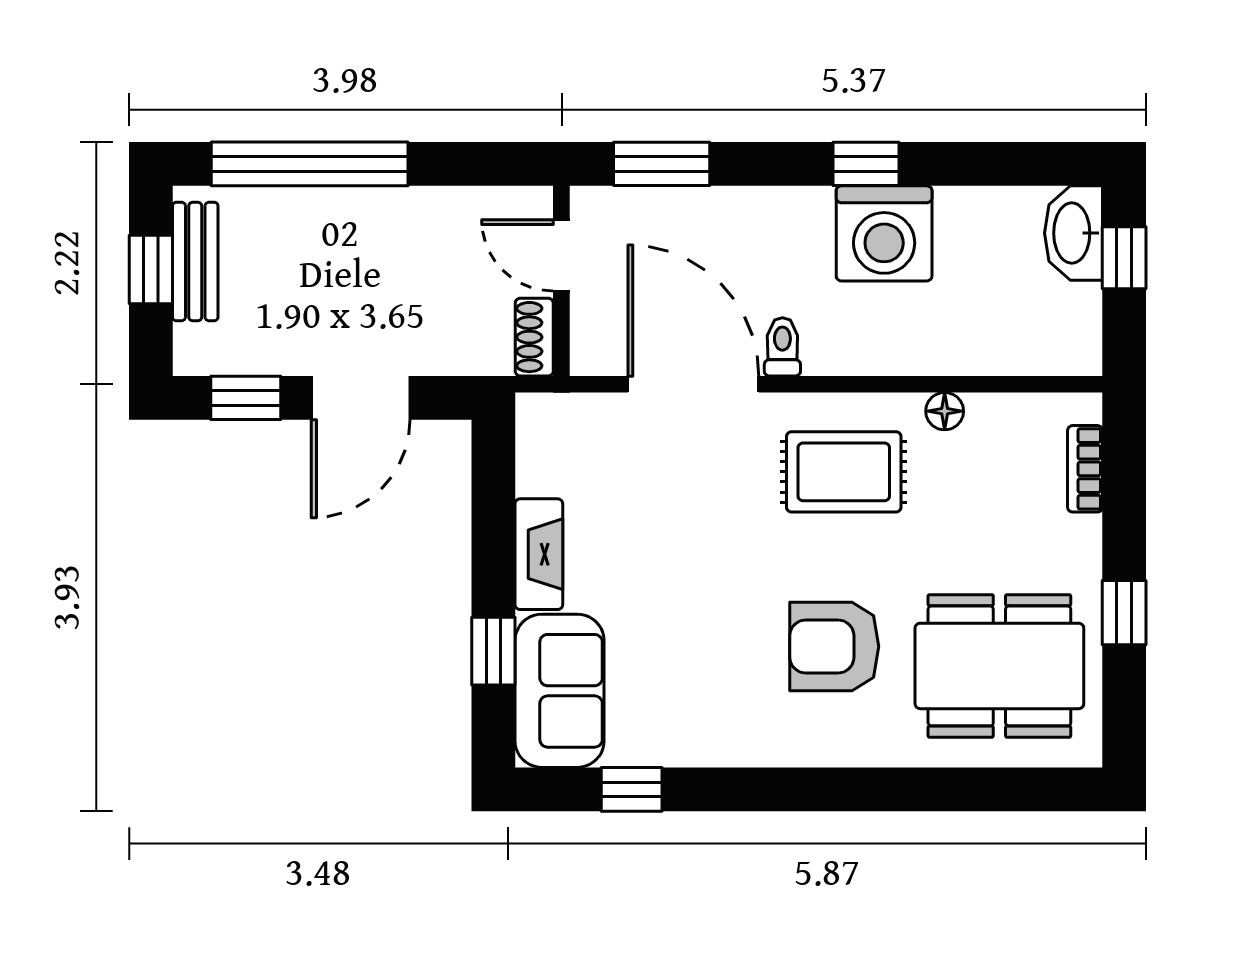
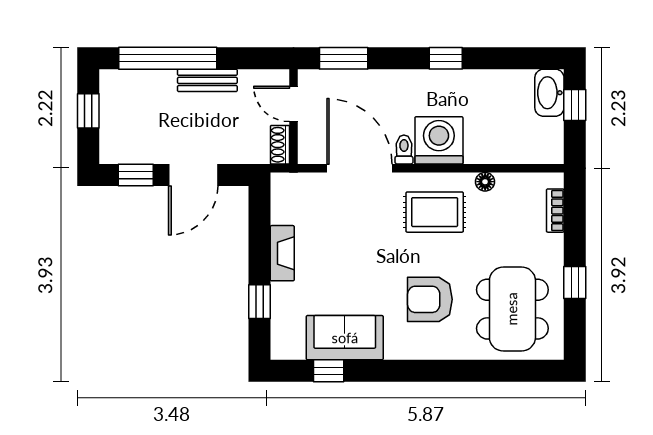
washing machine: (884, 233) -> (439, 140), moved, turned 180
bench: (195, 262) -> (207, 80), moved, turned 90
dining table: (999, 666) -> (512, 309), turned 90
sofa: (560, 691) -> (345, 338), moved, turned -90

